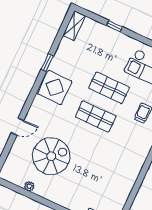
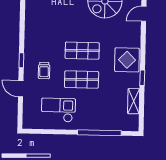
shelving: (74, 26) -> (134, 101), moved
window: (115, 26) -> (99, 133), width x3.17

